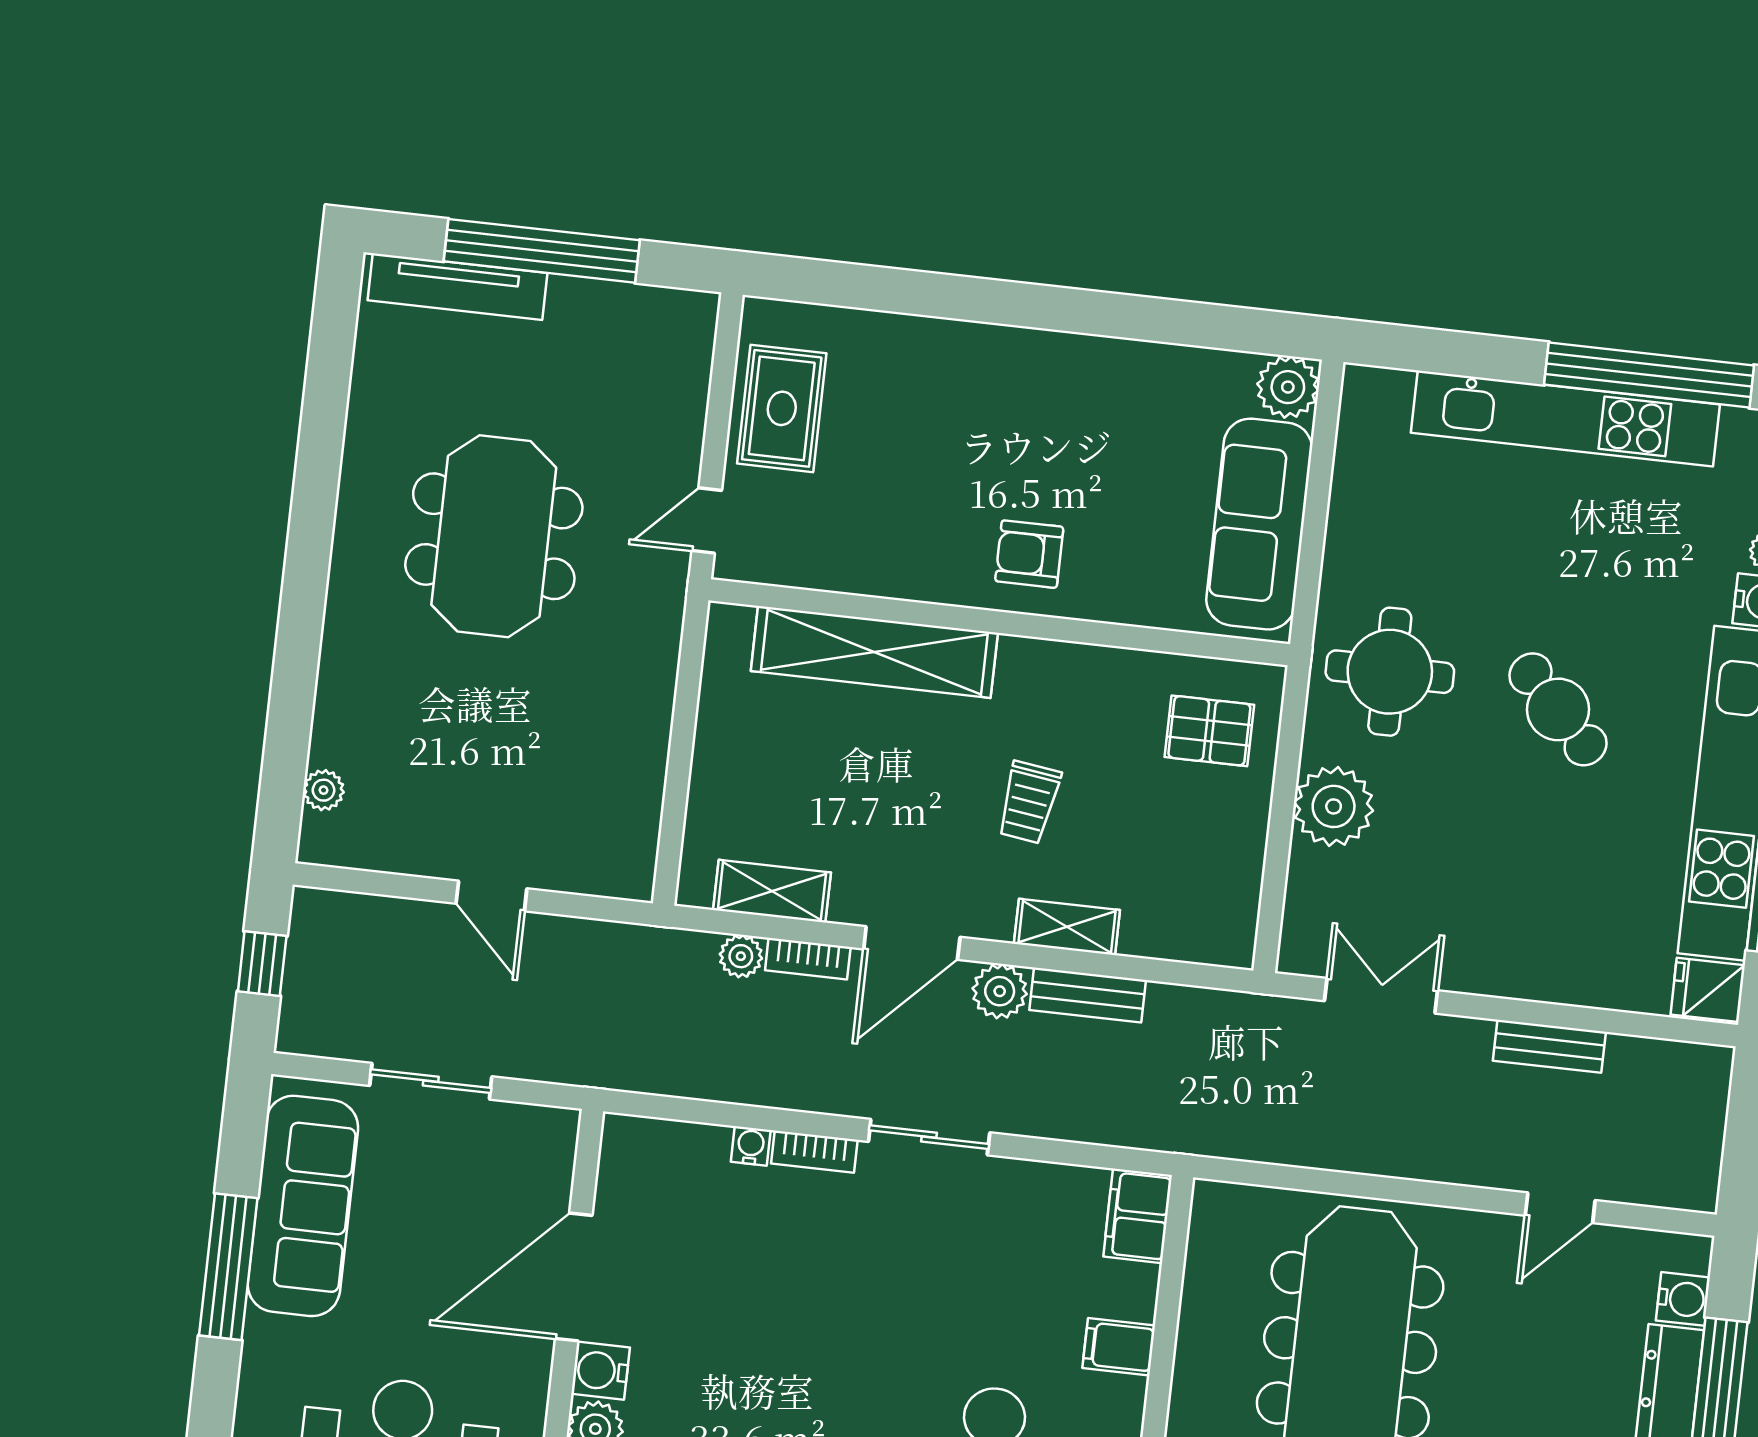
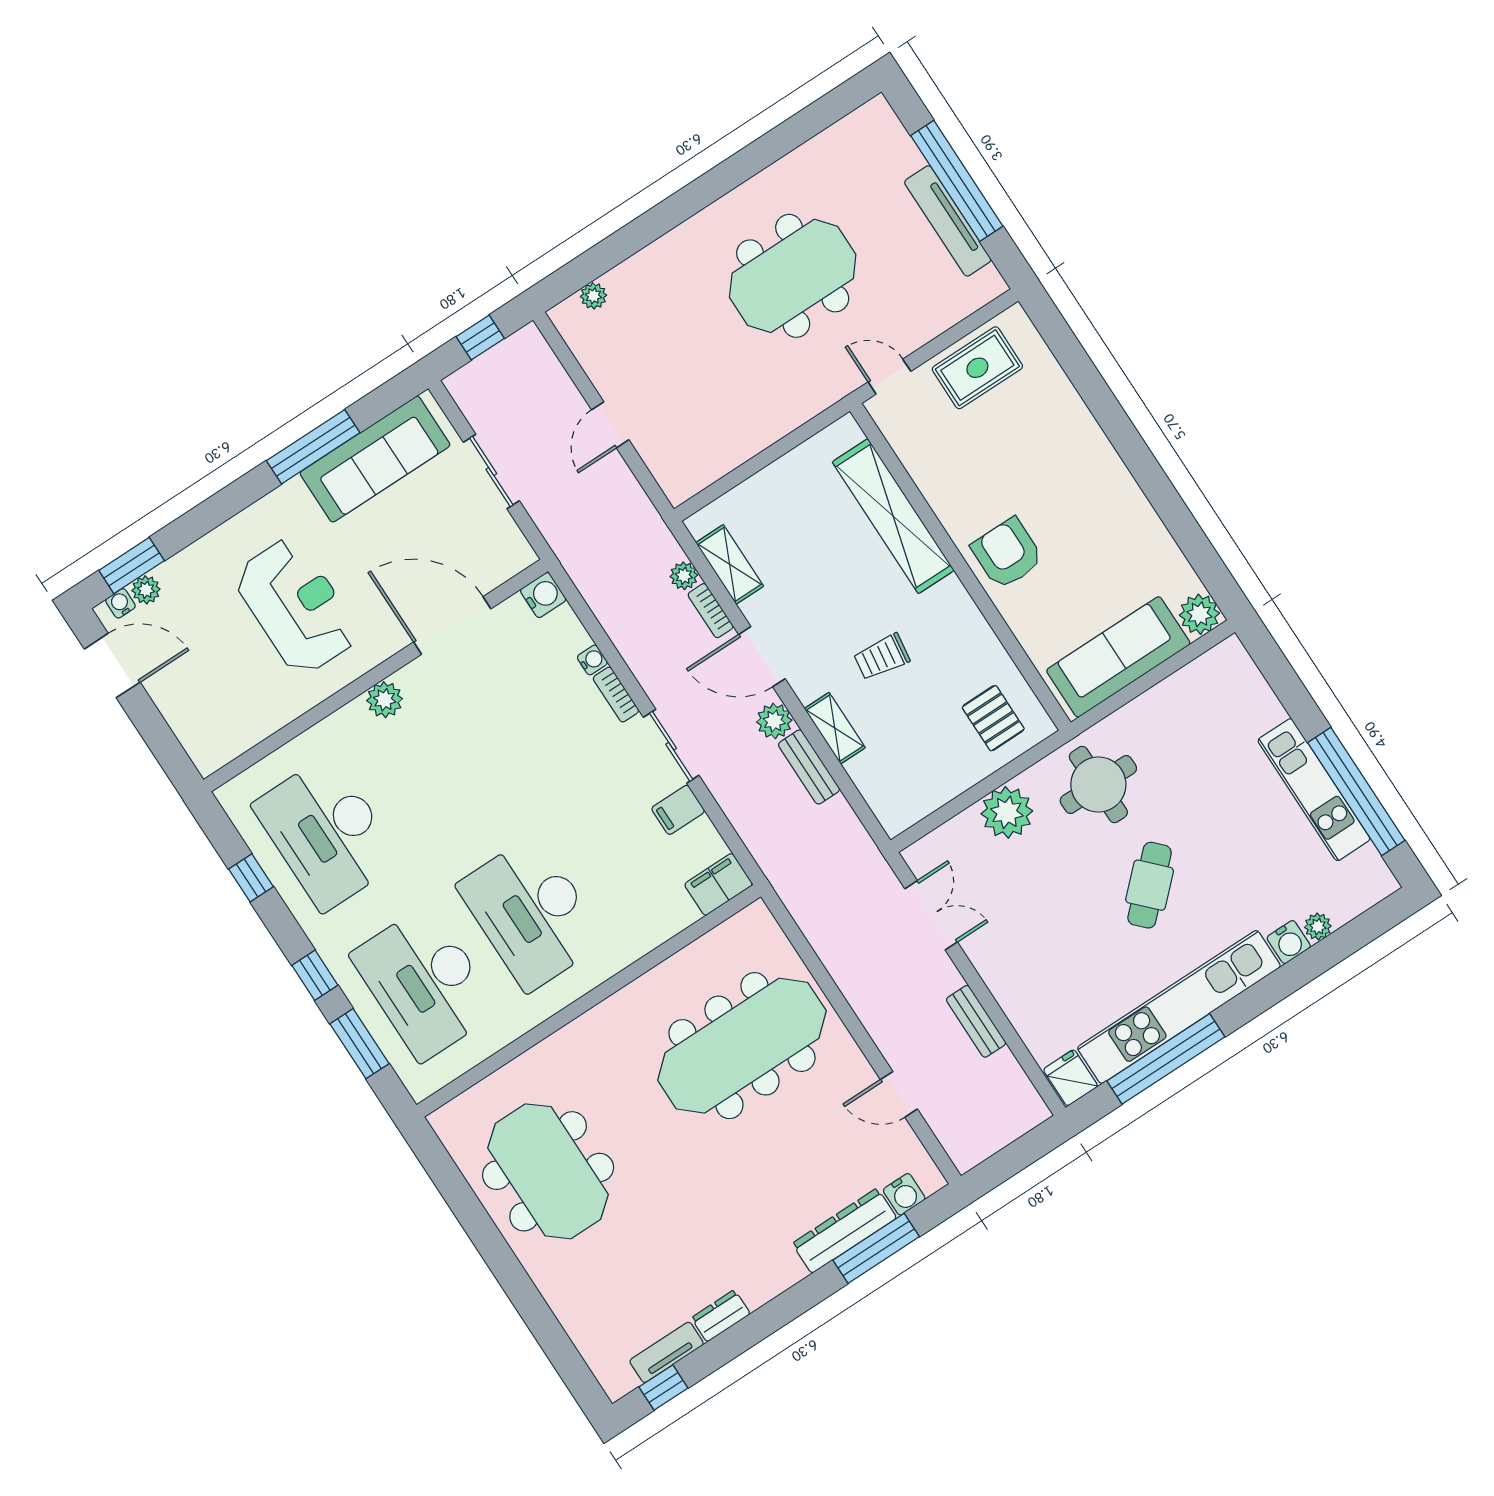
tv unit: (458, 287) -> (948, 221), moved
kitchen unit: (1565, 419) -> (1314, 790), width x0.73
armchair: (1029, 554) -> (1007, 553), width x1.38, depth x1.38
filing cabinet: (1119, 1347) -> (678, 810), moved, turned -90
water cooler: (601, 1371) -> (543, 595), moved, turned 90

